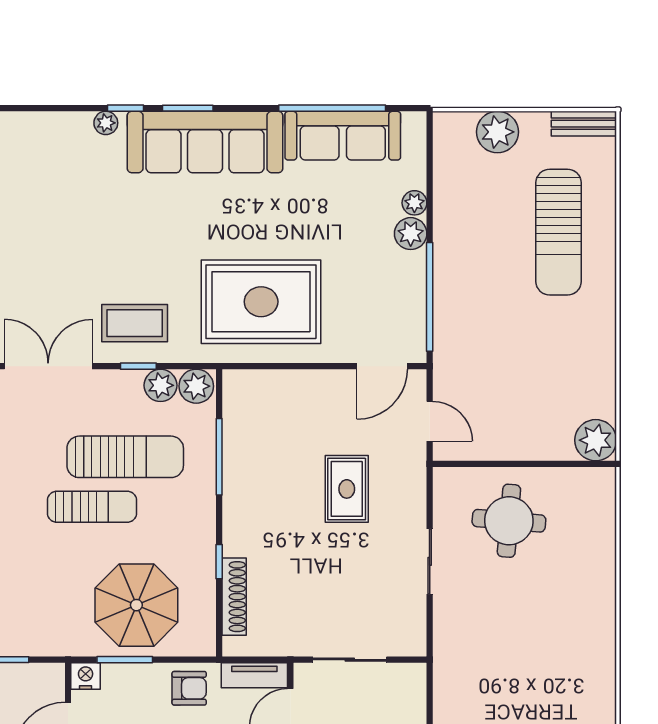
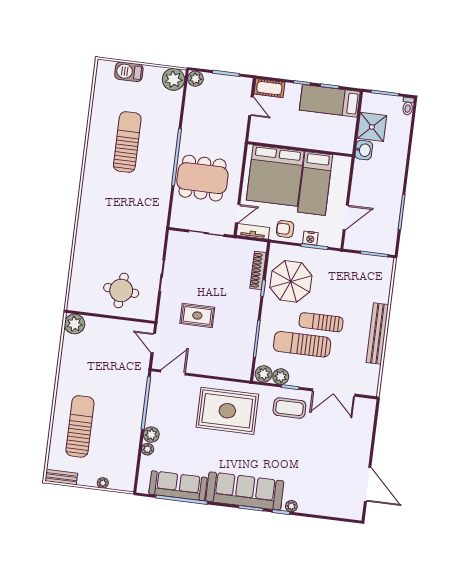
plant: (497, 132) -> (103, 483), width x0.53, depth x0.53
rug: (347, 489) -> (197, 315), turned 90
parasol: (136, 605) -> (291, 281), moved
nightstand: (86, 676) -> (310, 238), moved

